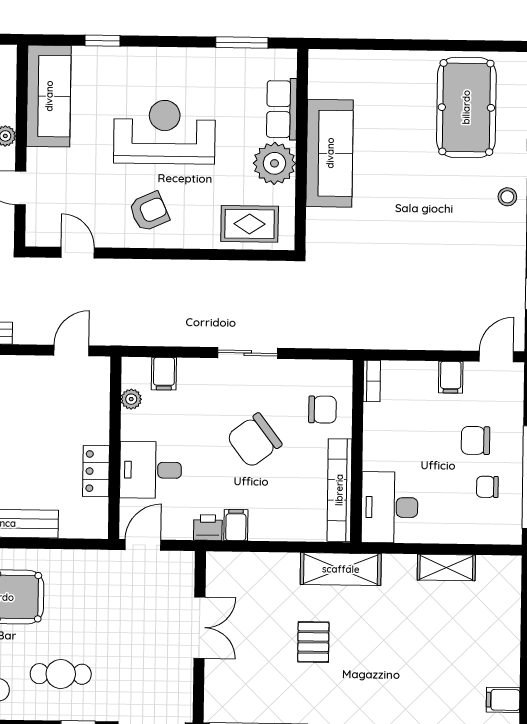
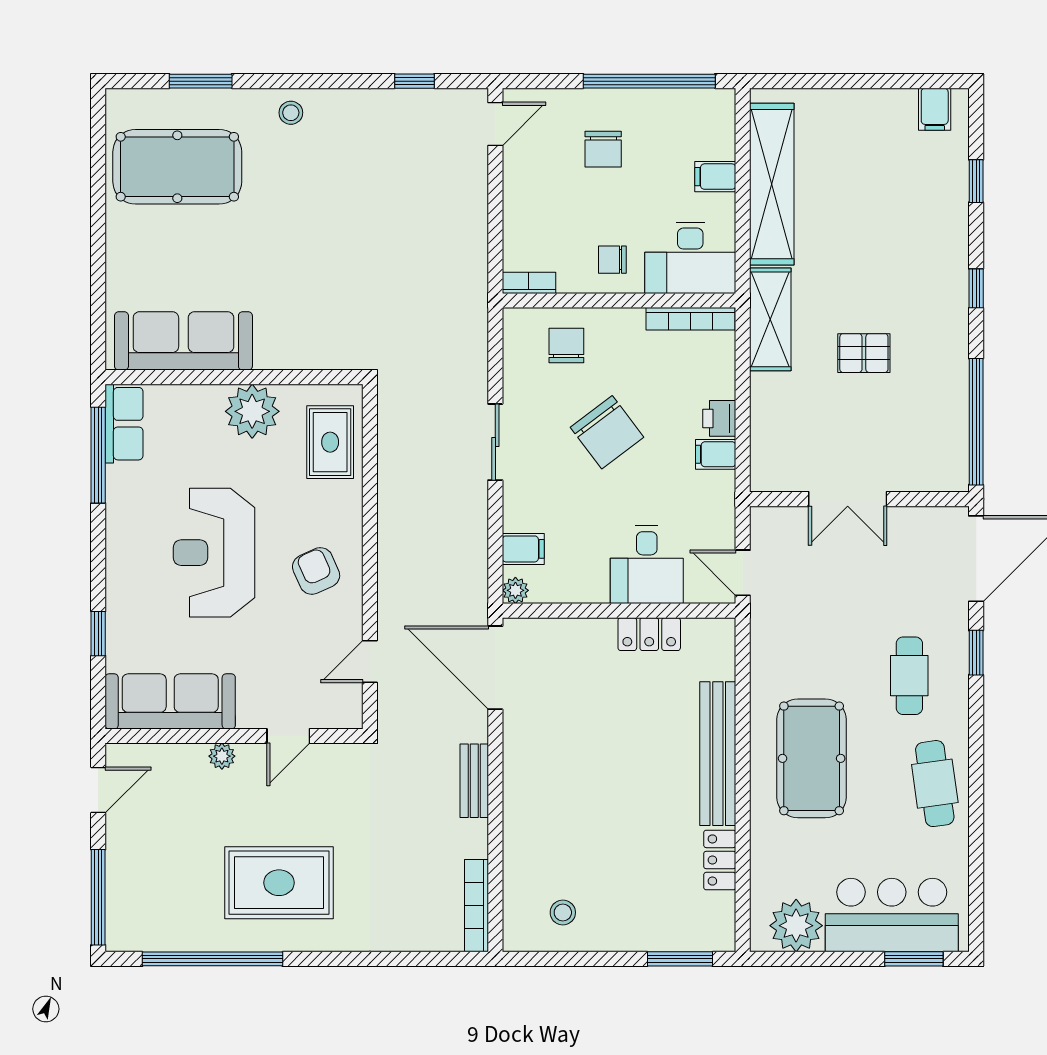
window: (242, 43) -> (98, 455), width x1.44
row of seats: (282, 109) -> (124, 424), moved, turned -90
sofa: (330, 153) -> (183, 341), moved
door: (71, 351) -> (495, 668), width x1.87
door: (496, 356) -> (495, 124), swing flipped
filing cabinet: (451, 377) -> (715, 177), moved, turned 180
plant: (131, 399) -> (515, 590), moved
chair: (487, 487) -> (612, 260), moved, turned 90
bookcase: (339, 490) -> (690, 319), width x0.68, depth x0.76
printer: (208, 528) -> (719, 418), moved
shelving: (446, 567) -> (772, 184), width x2.20, depth x1.33
double door: (199, 628) -> (848, 499), swing flipped

